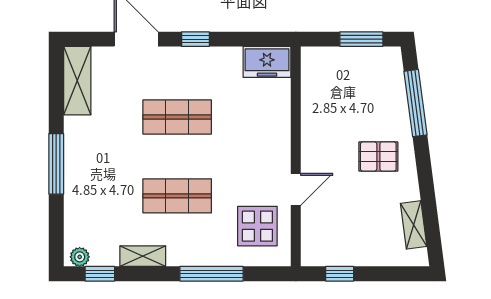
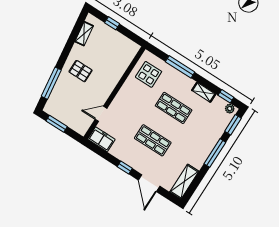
door: (296, 189) -> (101, 114), moved
window: (56, 233) -> (233, 125), added
window: (340, 274) -> (112, 23), moved

